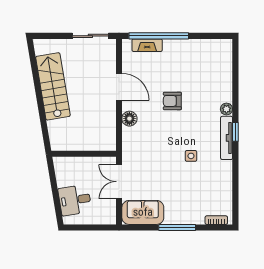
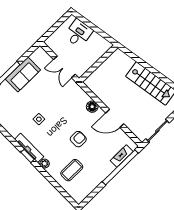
coffee table: (207, 78) -> (72, 170), added
double door: (119, 182) -> (64, 67), swing flipped
sofa: (143, 212) -> (23, 75), moved

